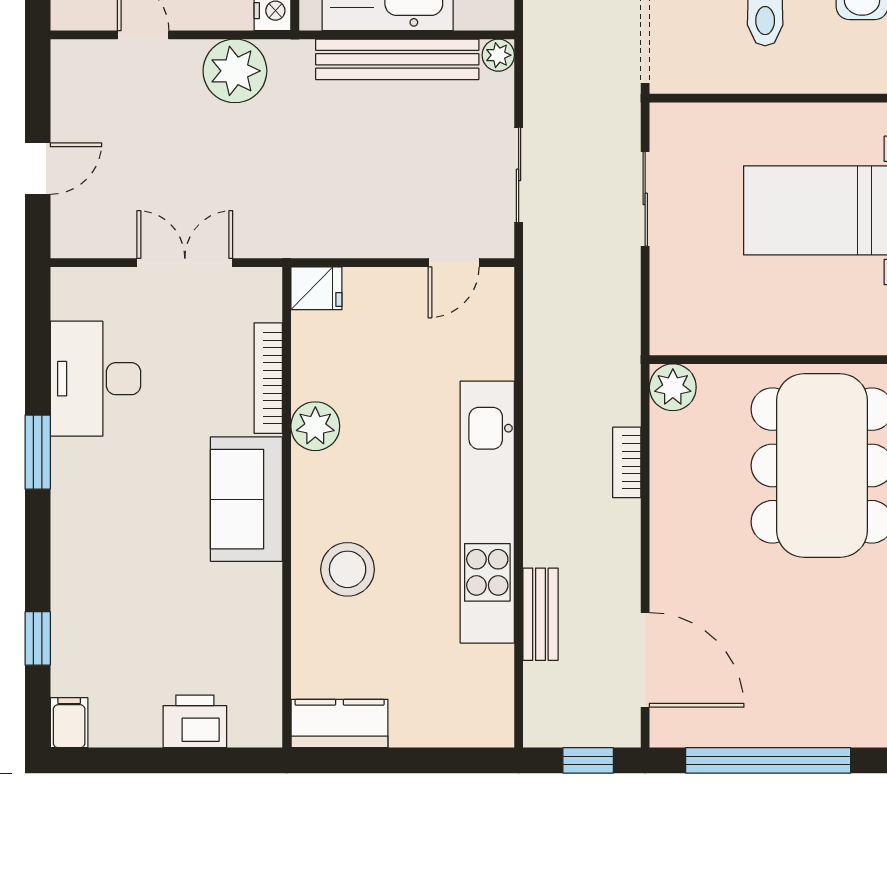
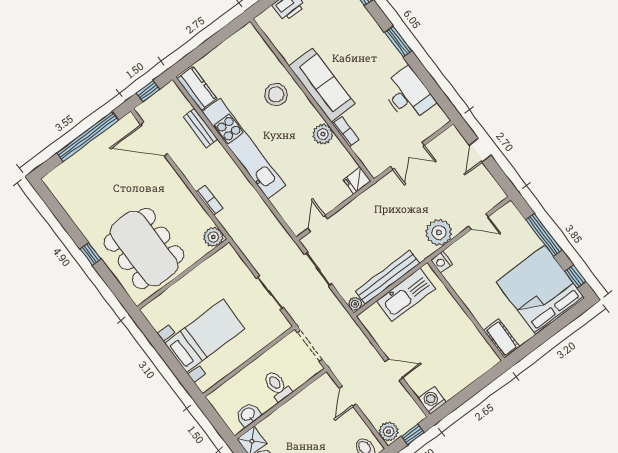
bookcase: (268, 378) -> (346, 132), width x0.64
window: (38, 452) -> (398, 42), moved
sofa: (246, 499) -> (322, 85), width x1.36
kitchen counter: (340, 724) -> (197, 89), moved, turned -90

